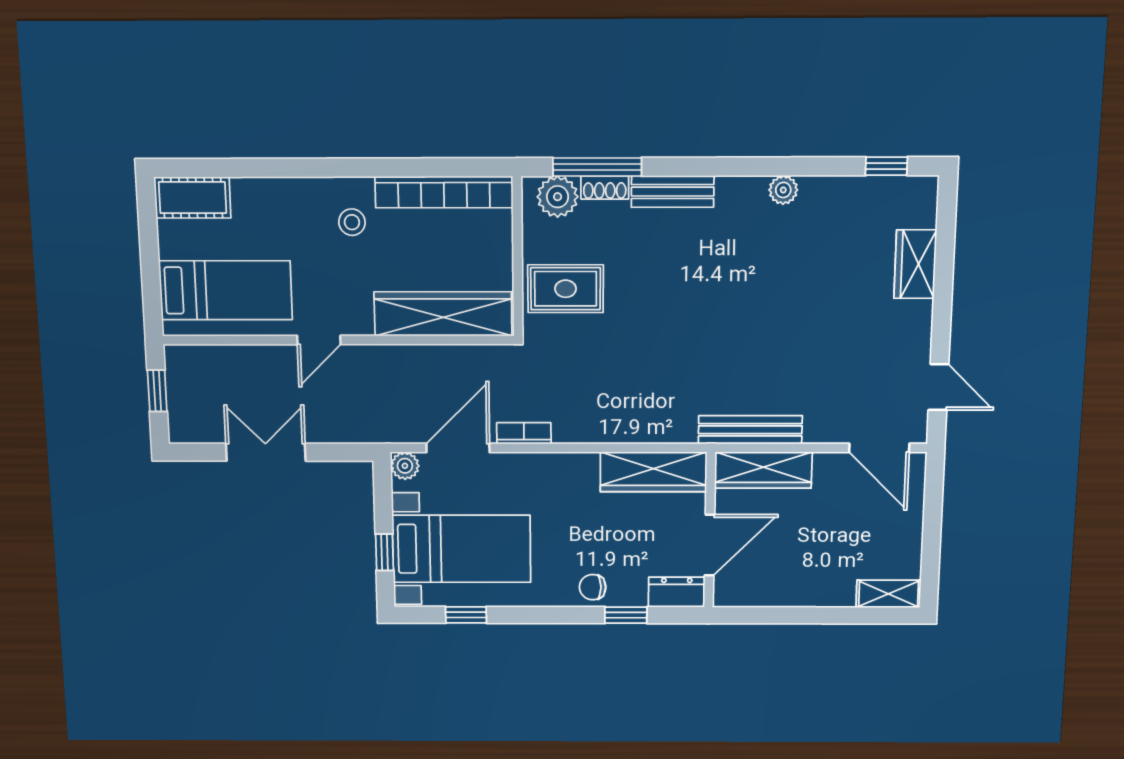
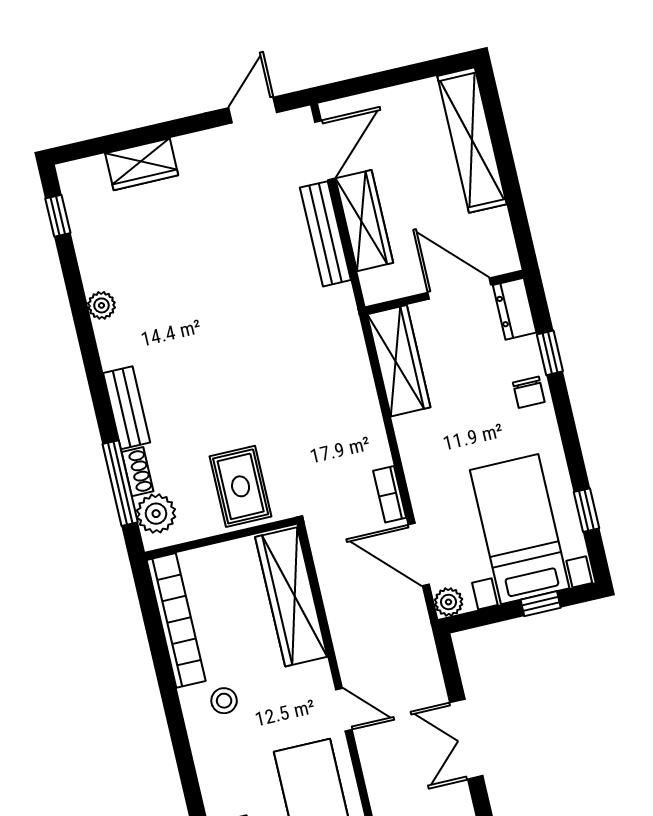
bench: (750, 430) -> (325, 234), moved
wardrobe: (763, 470) -> (364, 221), moved
shelving: (888, 594) -> (472, 140), width x2.20, depth x1.33

